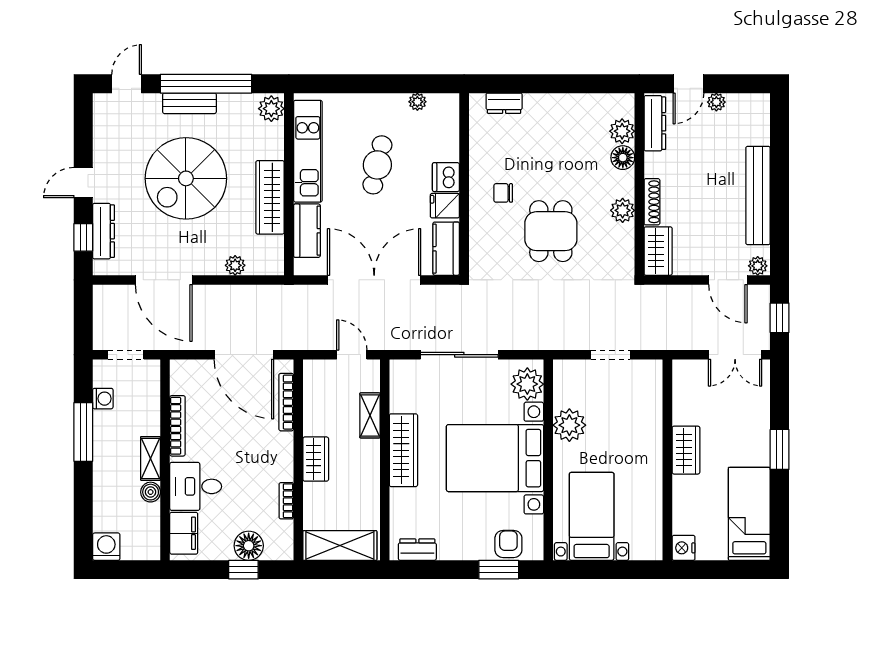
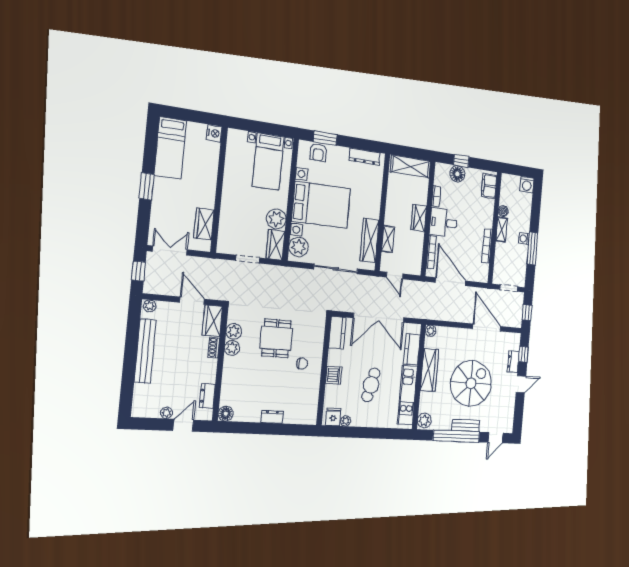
dresser: (504, 103) -> (272, 417), moved
dresser: (655, 123) -> (207, 396), width x0.70
plant: (622, 131) -> (234, 331), moved
floor lamp: (623, 158) -> (226, 414), moved
shoe rack: (652, 202) -> (214, 348), width x0.70
fridge: (445, 206) -> (333, 417), moved, turned -90
dresser: (104, 231) -> (513, 362), width x0.70
plant: (235, 265) -> (431, 331), moved
door: (728, 280) -> (192, 301), moved
window: (83, 314) -> (527, 313), added
wardrobe: (567, 383) -> (275, 245), added
washing machine: (103, 399) -> (524, 239), moved
wardrobe: (403, 450) -> (370, 240), moved
wardrobe: (686, 450) -> (204, 224), moved
desk: (196, 486) -> (443, 223), moved, turned 180
dresser: (417, 550) -> (365, 157), width x1.44

